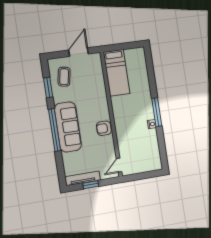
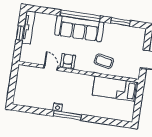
coffee table: (64, 77) -> (104, 61), moved
door: (119, 165) -> (51, 68), moved

